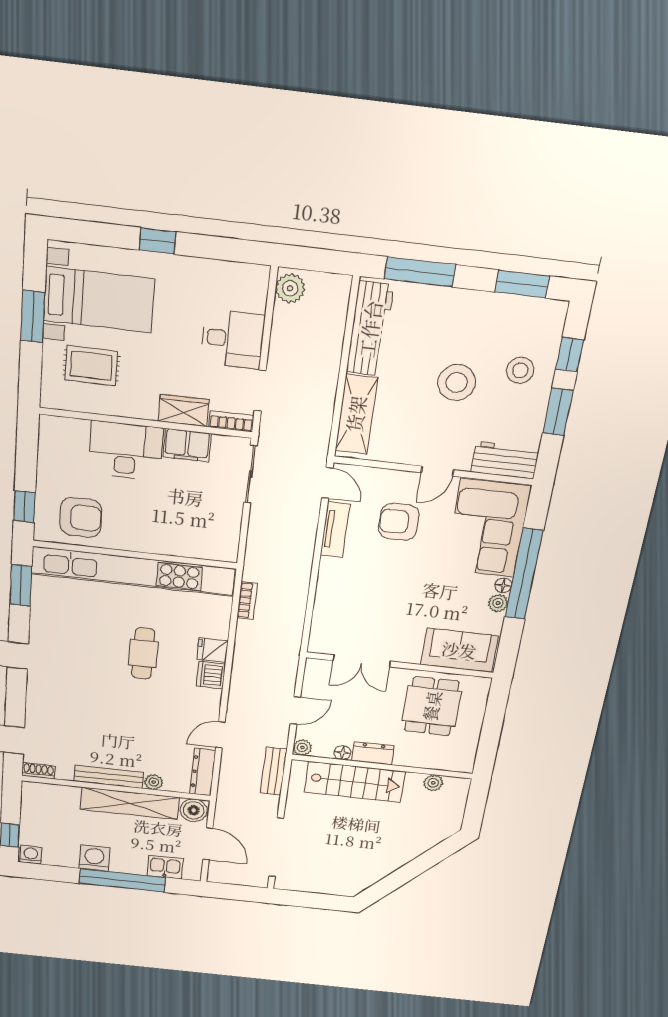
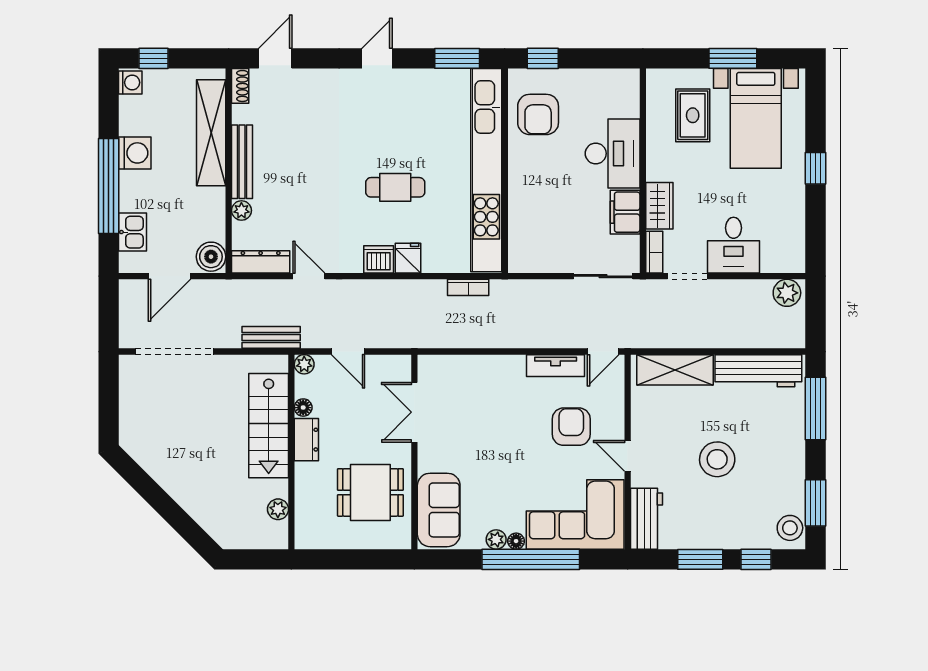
stool: (520, 370) -> (790, 528), moved
shelving: (130, 803) -> (211, 133), moved

